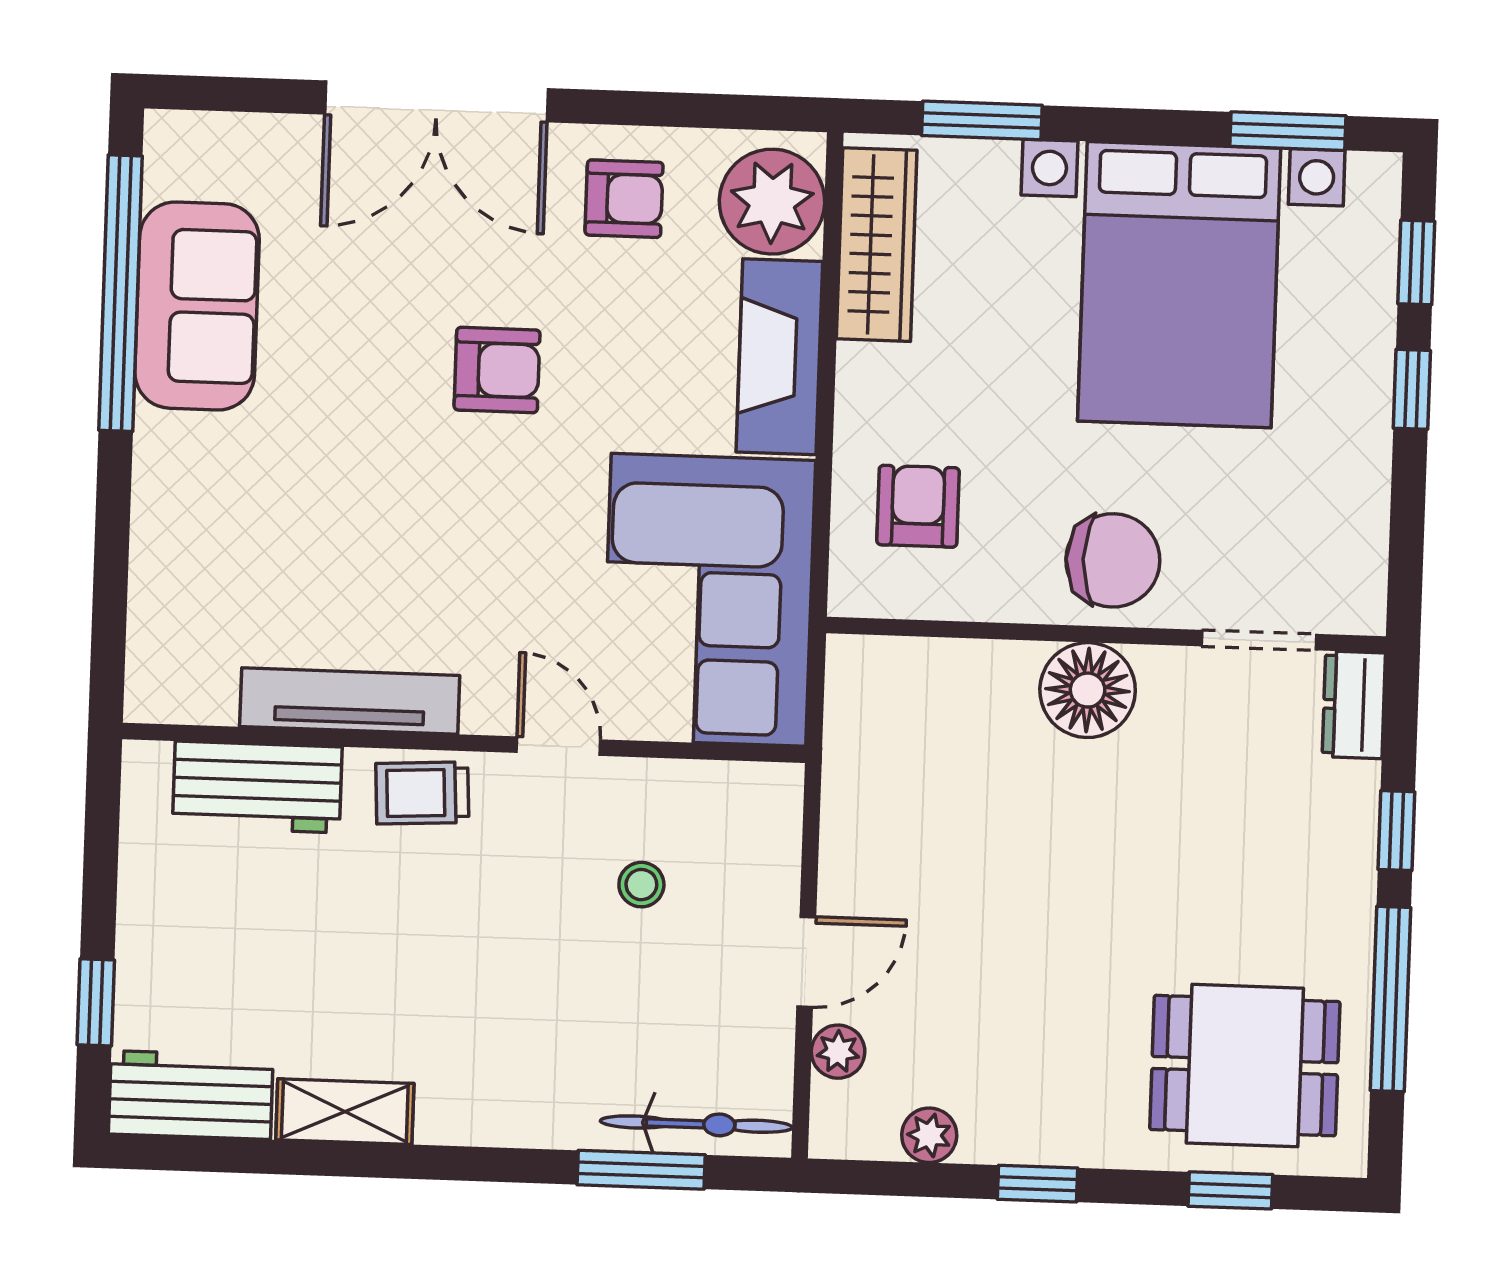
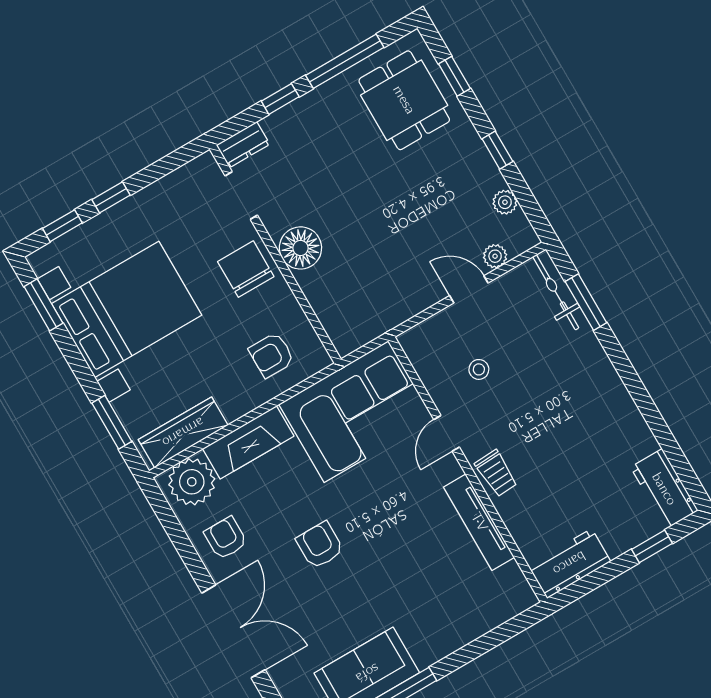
workbench: (257, 787) -> (569, 563), moved, turned -90
shelving: (345, 1112) -> (634, 427), removed

